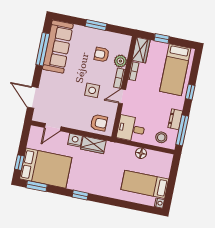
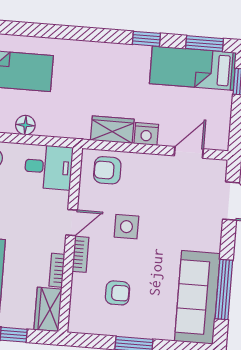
plant: (120, 61) -> (82, 285), removed
bed: (46, 168) -> (193, 68), width x0.67
window: (80, 195) -> (146, 39), moved

